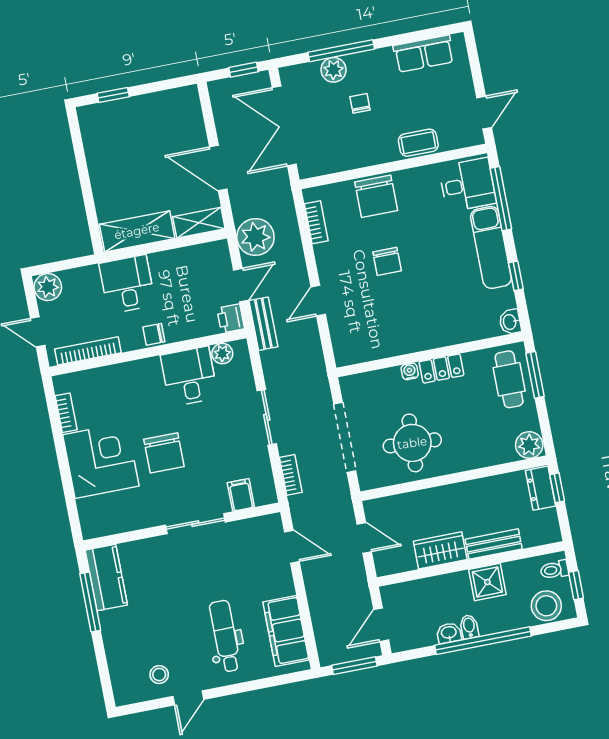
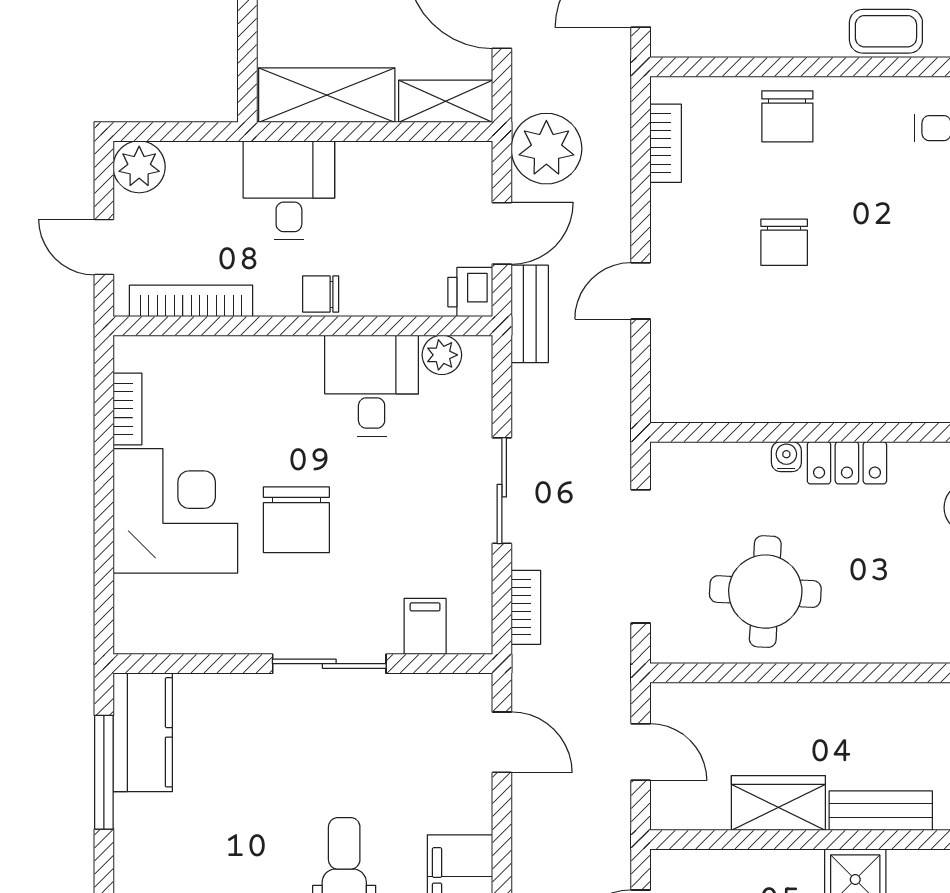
chair: (376, 196) -> (787, 116), width x0.73, depth x0.73

